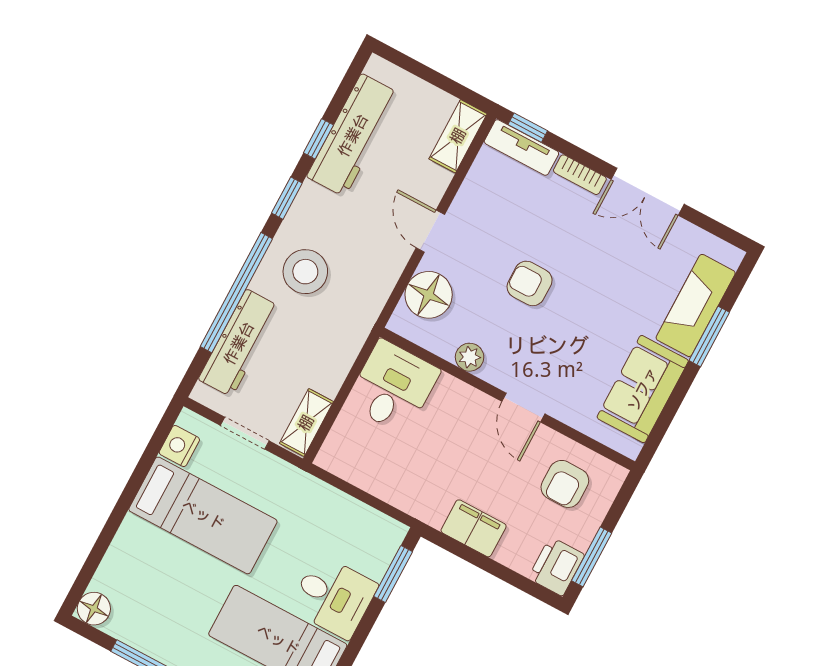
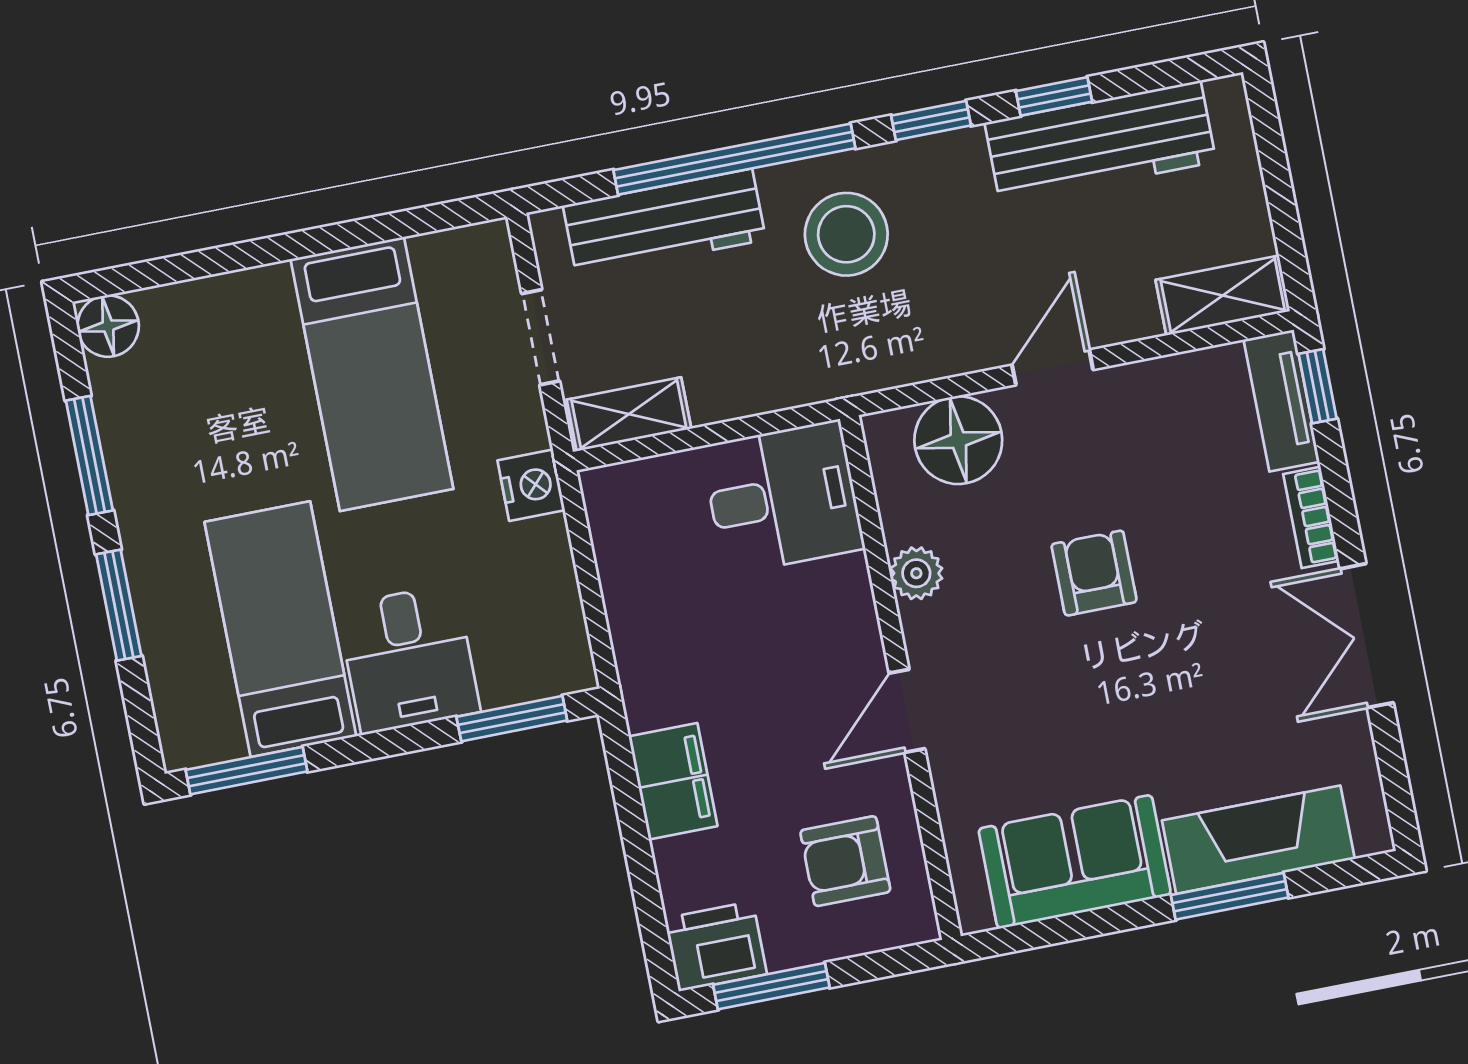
nightstand: (179, 446) -> (531, 485), moved, turned 90

